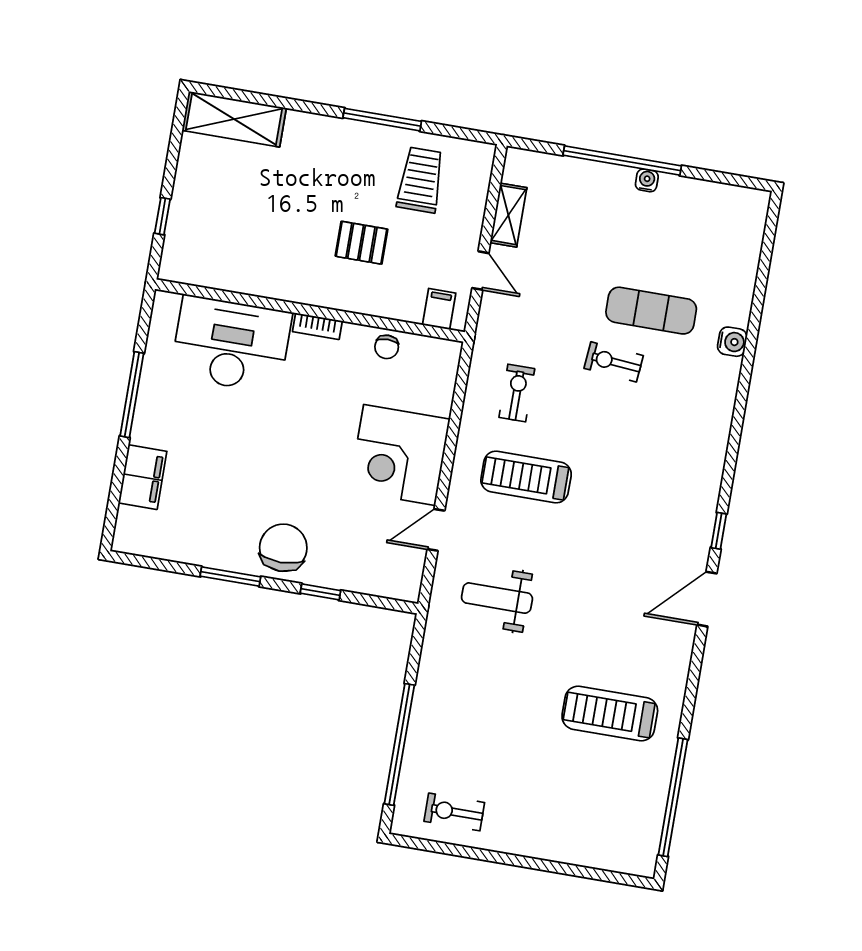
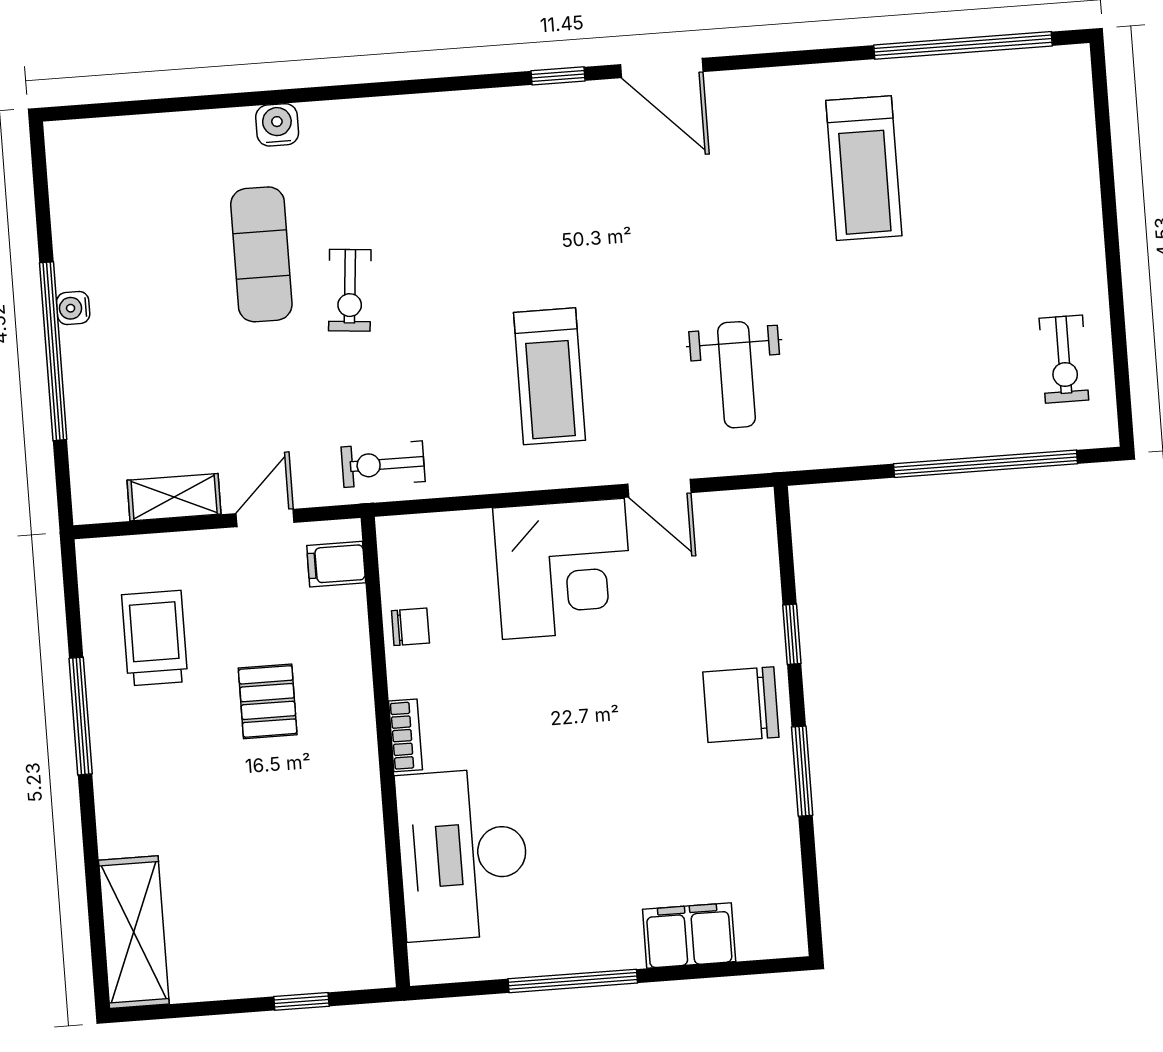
trolley: (421, 180) -> (155, 638), turned 90
exercise bike: (517, 393) -> (383, 464), moved

